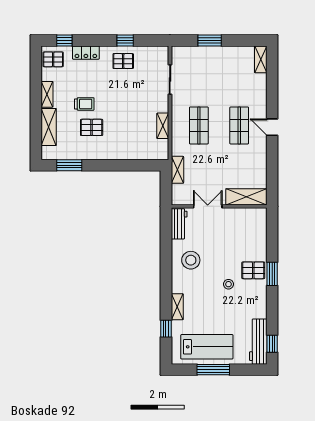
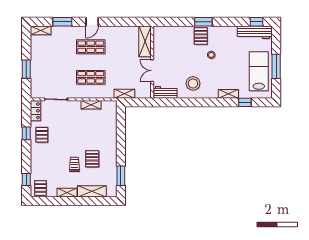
locker: (86, 53) -> (35, 111), moved
window: (272, 88) -> (62, 22), added

